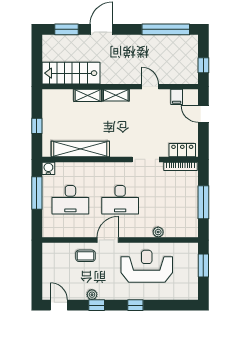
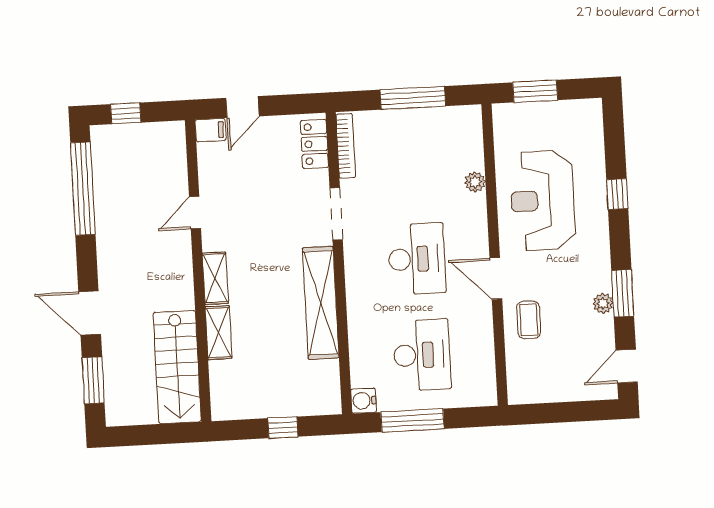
window: (203, 65) -> (126, 113), moved
filing cabinet: (177, 97) -> (210, 130), moved
shelving: (80, 149) -> (321, 303), moved
window: (97, 305) -> (623, 293), width x1.50
window: (135, 305) -> (617, 194), moved

